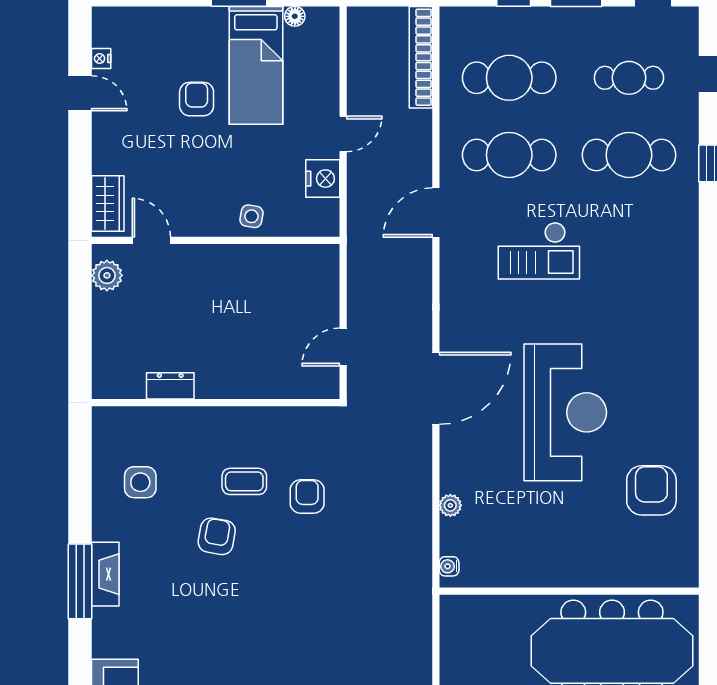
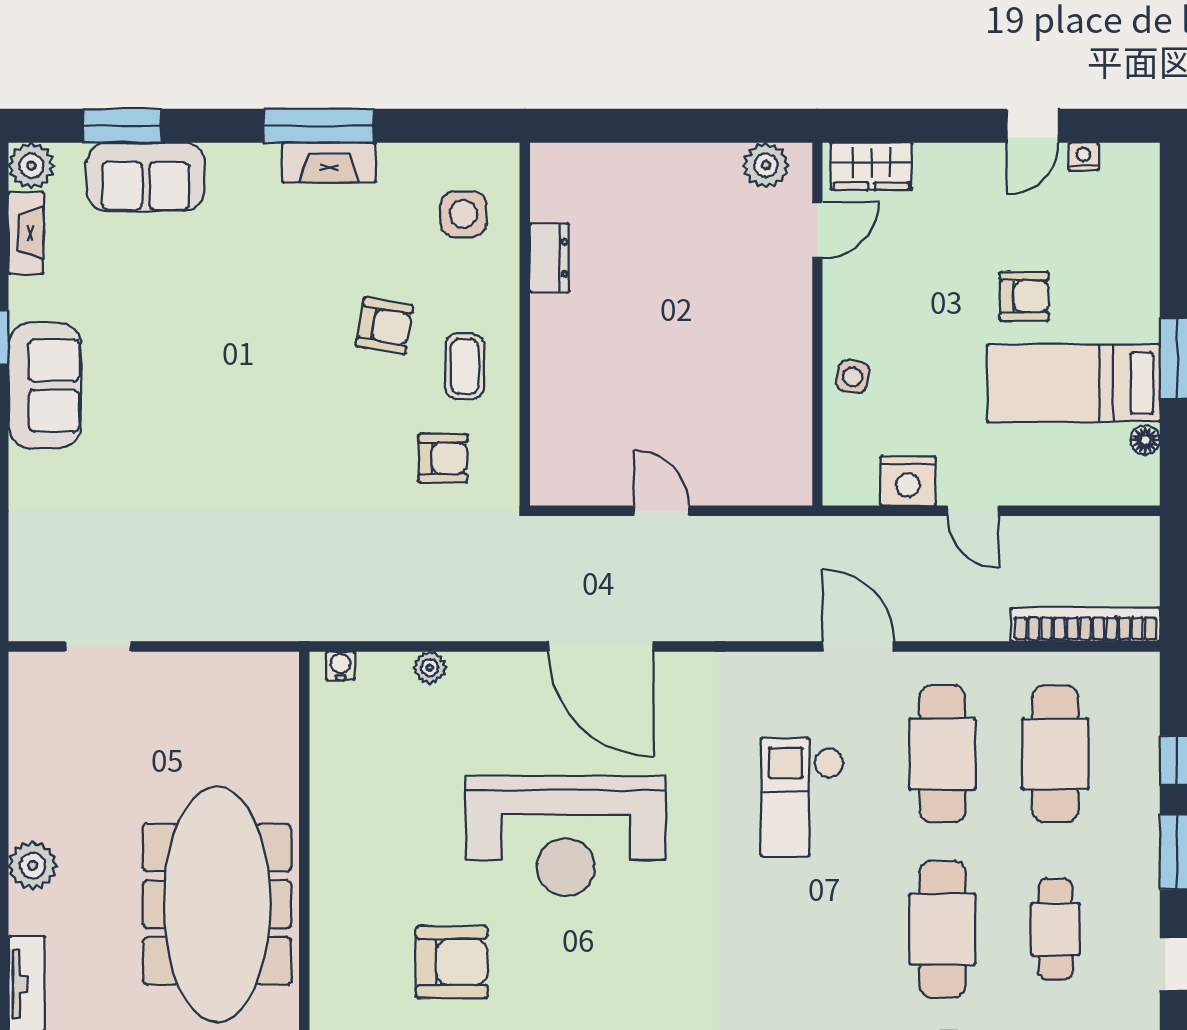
dresser: (170, 386) -> (549, 258), moved
wall: (216, 403) -> (525, 324), moved

